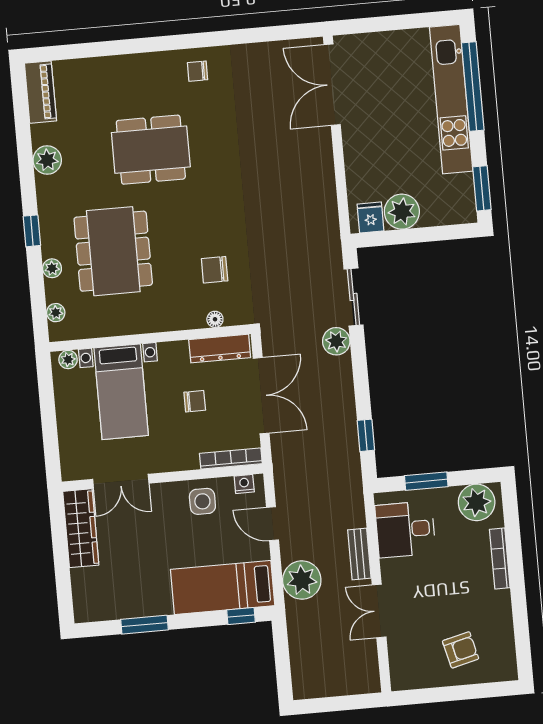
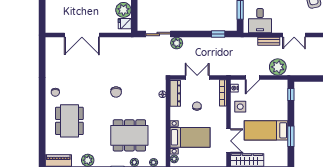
double door: (332, 85) -> (82, 35), moved
dining table: (151, 150) -> (69, 121), moved
chair: (215, 270) -> (116, 92), moved
double door: (261, 396) -> (197, 77), width x0.73
bed: (223, 587) -> (266, 130), moved, turned 90

